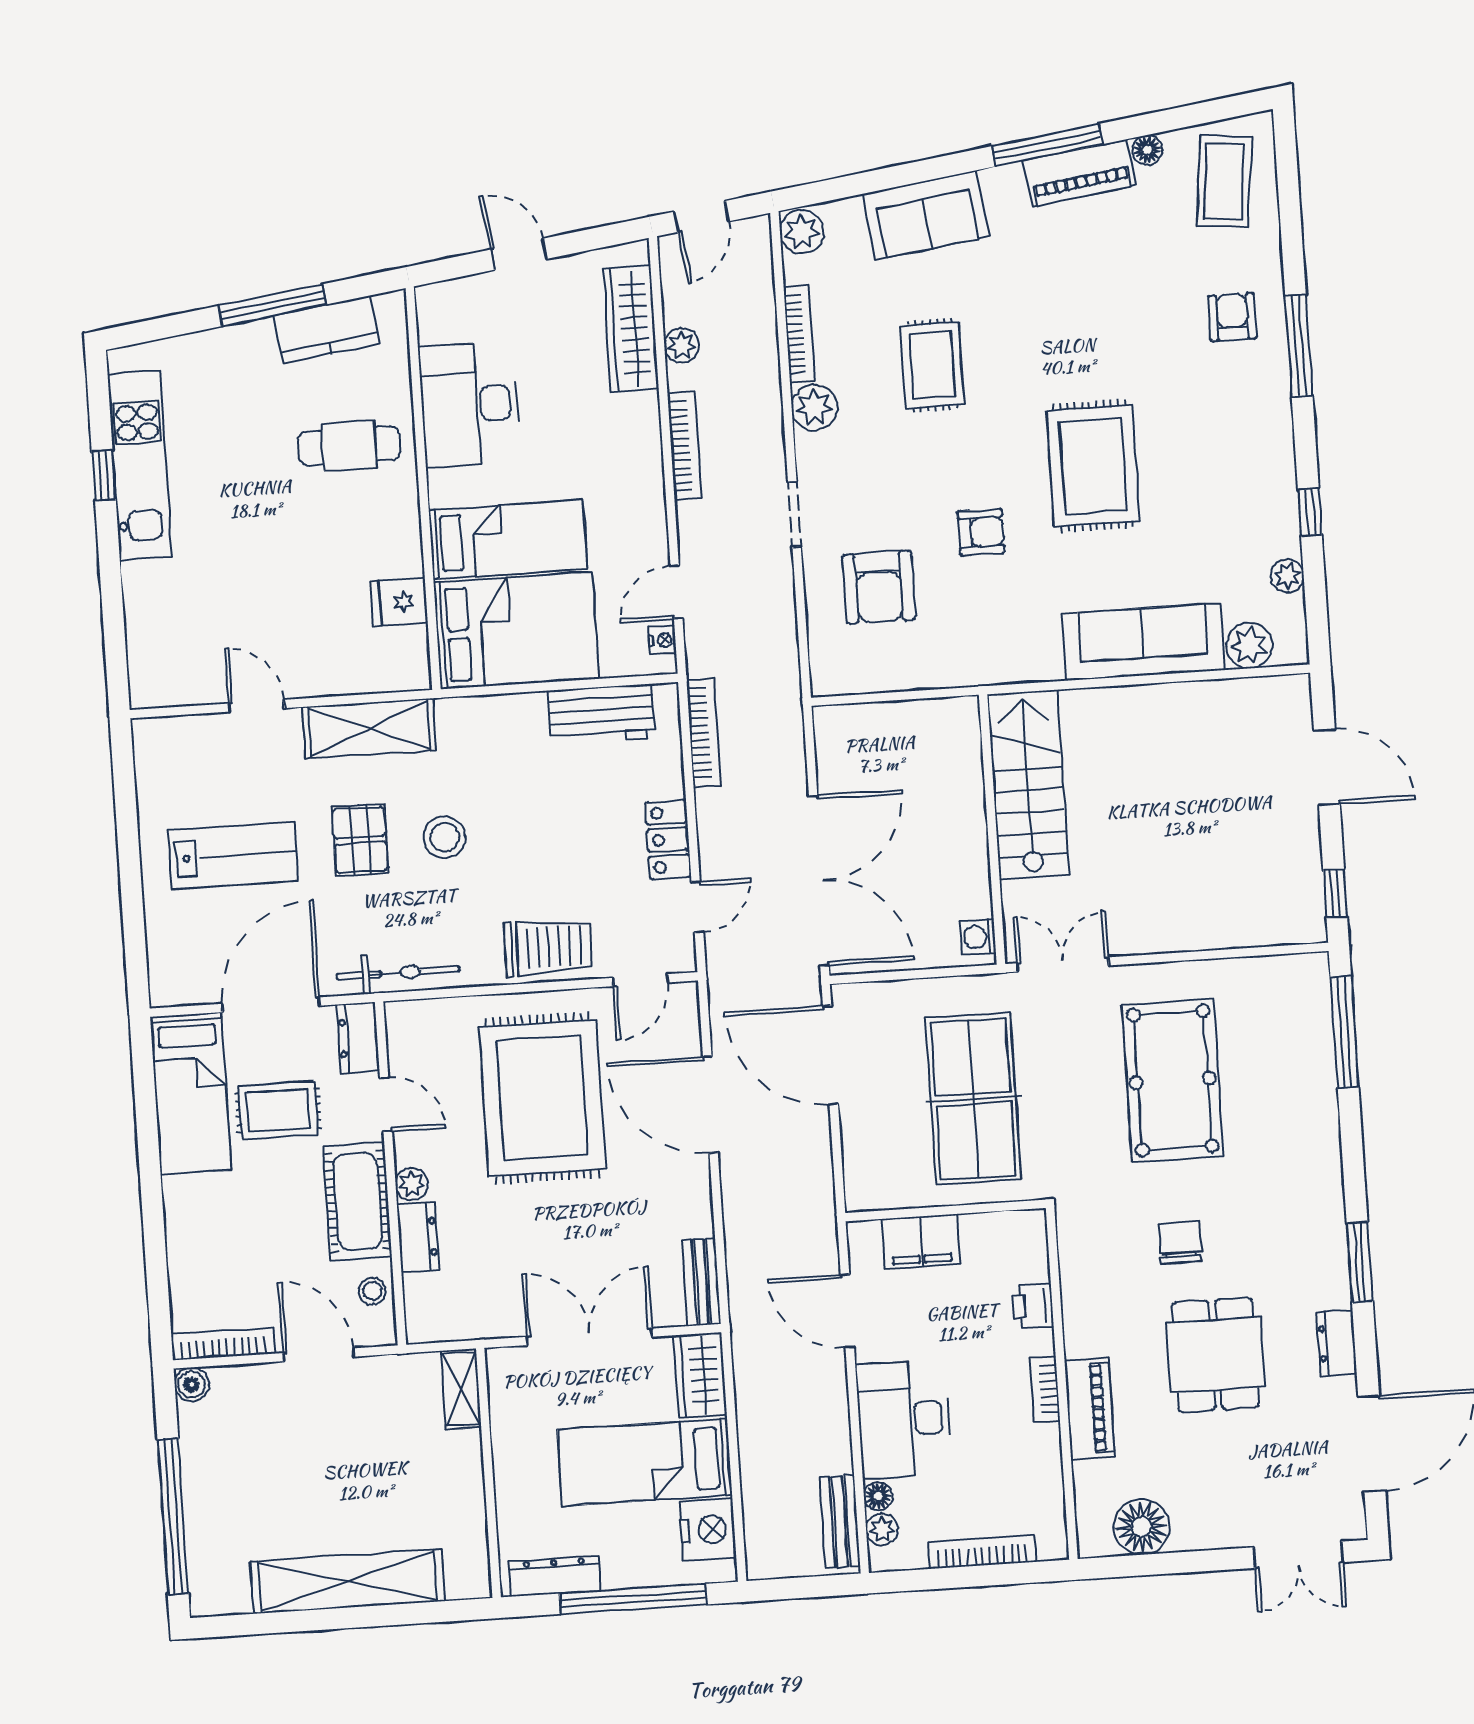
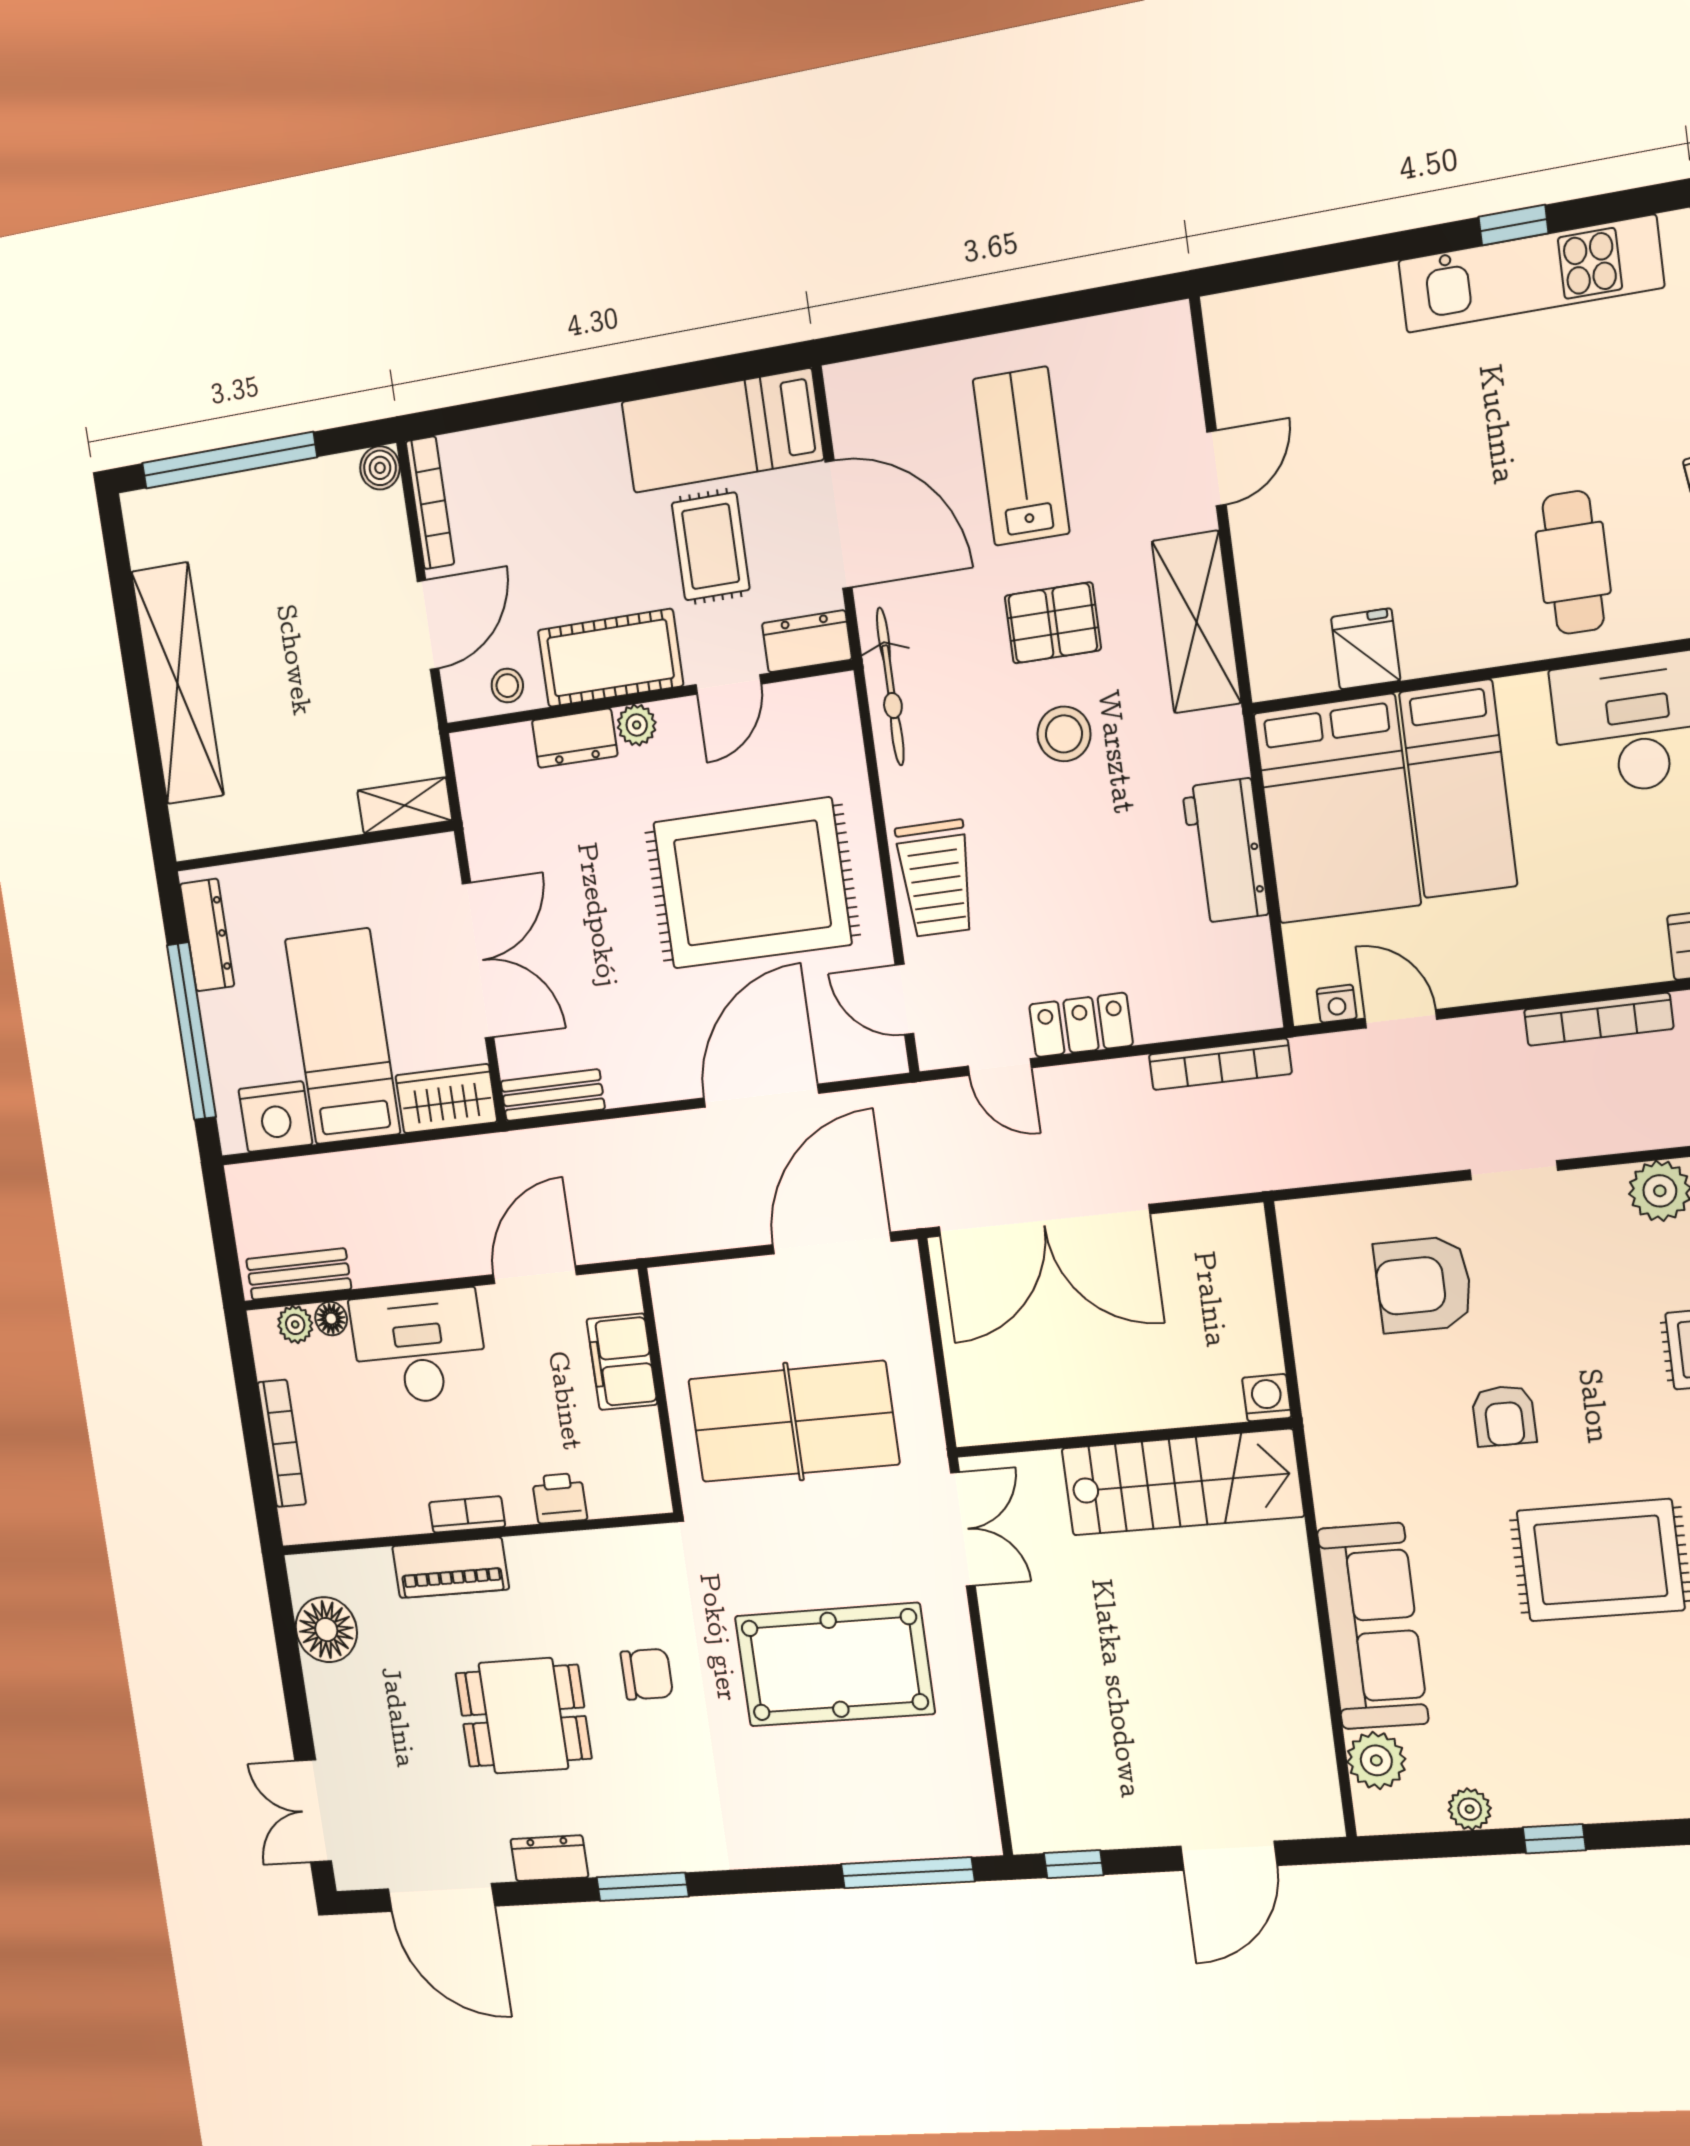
workbench: (601, 714) -> (1225, 851), moved
lab bench: (233, 856) -> (1021, 456), turned 180
washing machine: (978, 937) -> (1267, 1398), moved

